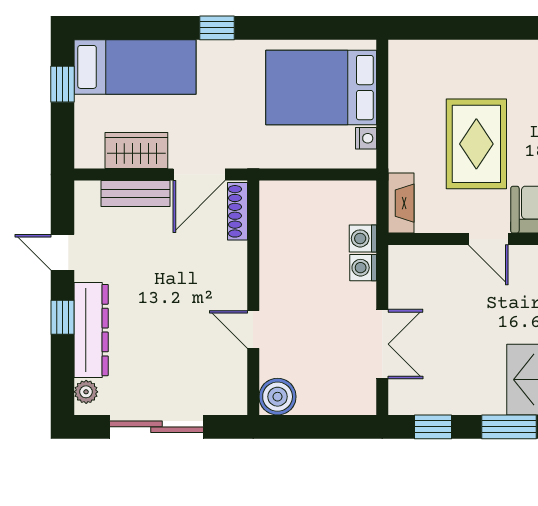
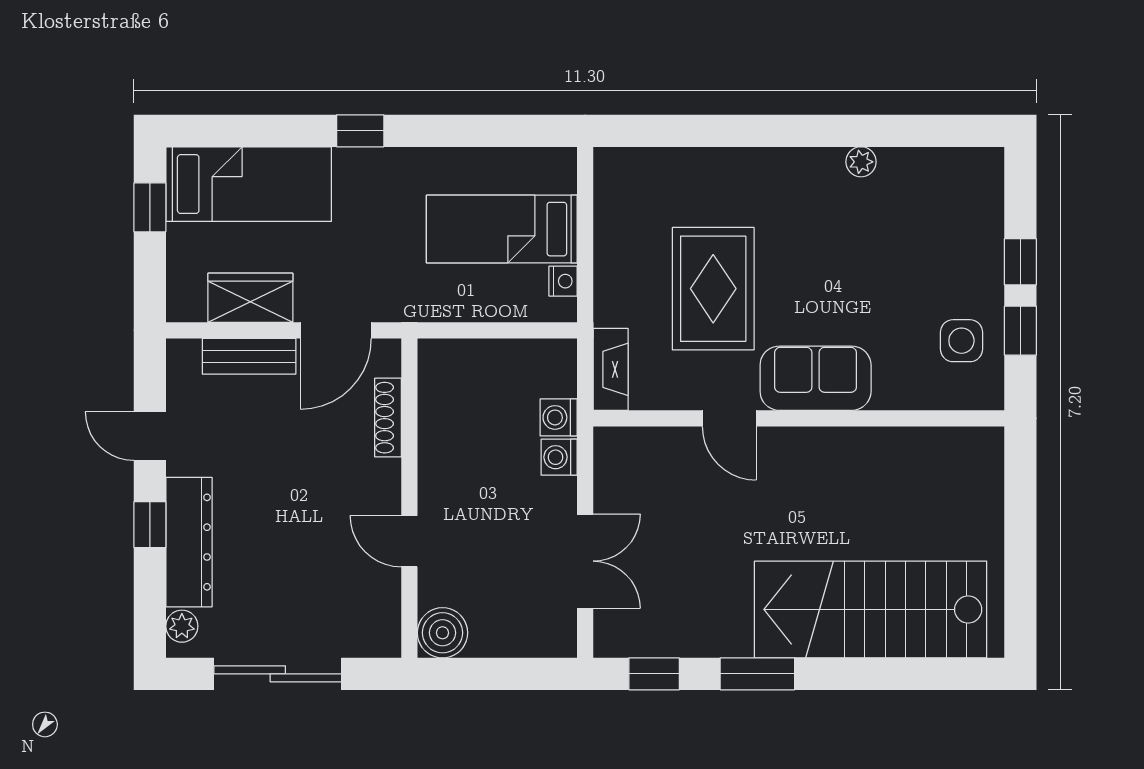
bed: (321, 88) -> (502, 229), width x0.67
shoe rack: (238, 211) -> (388, 418), moved

